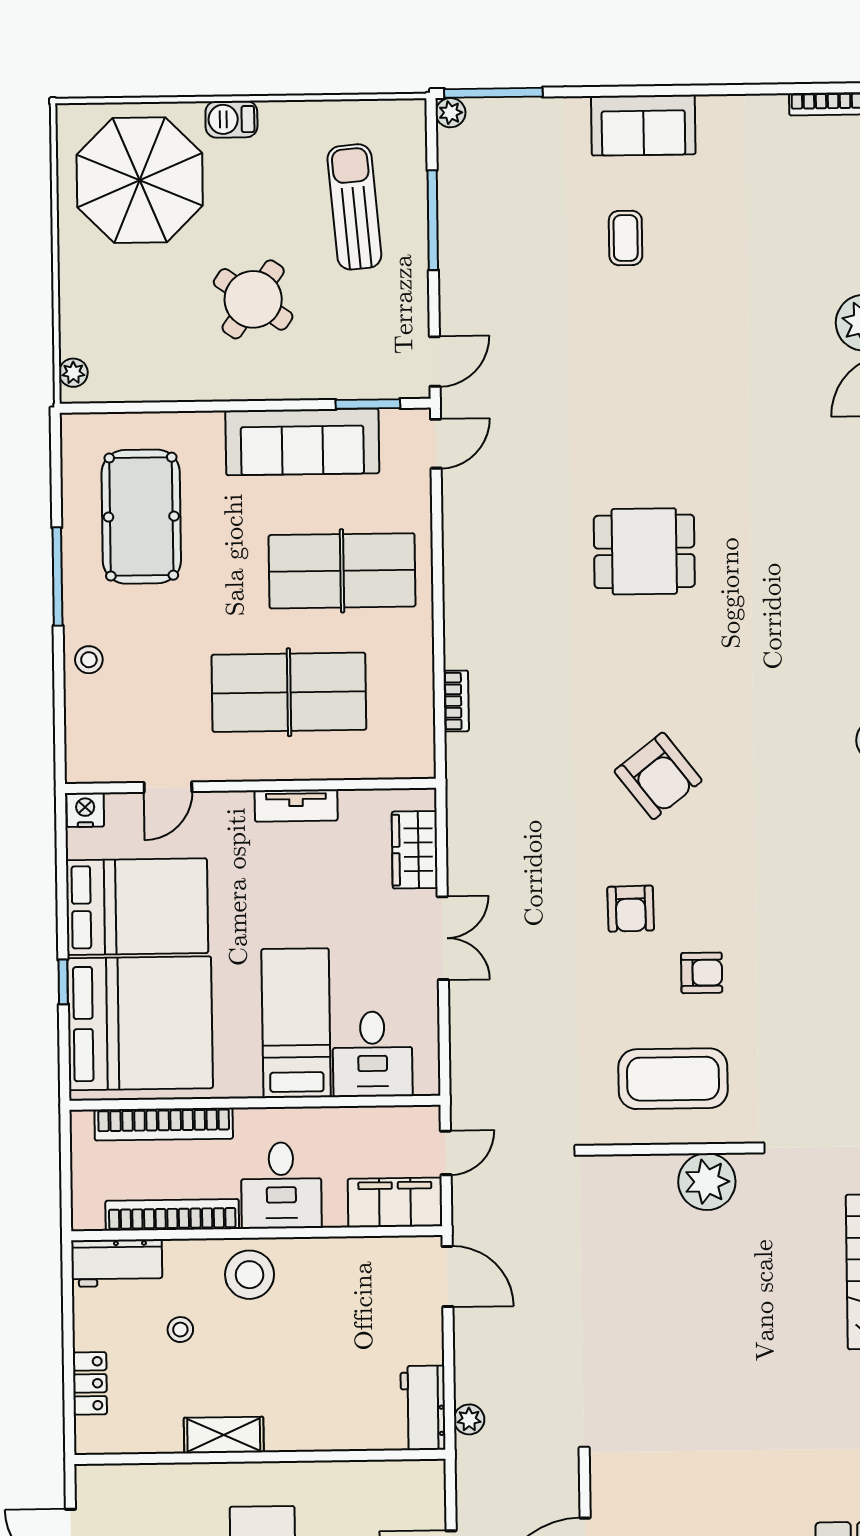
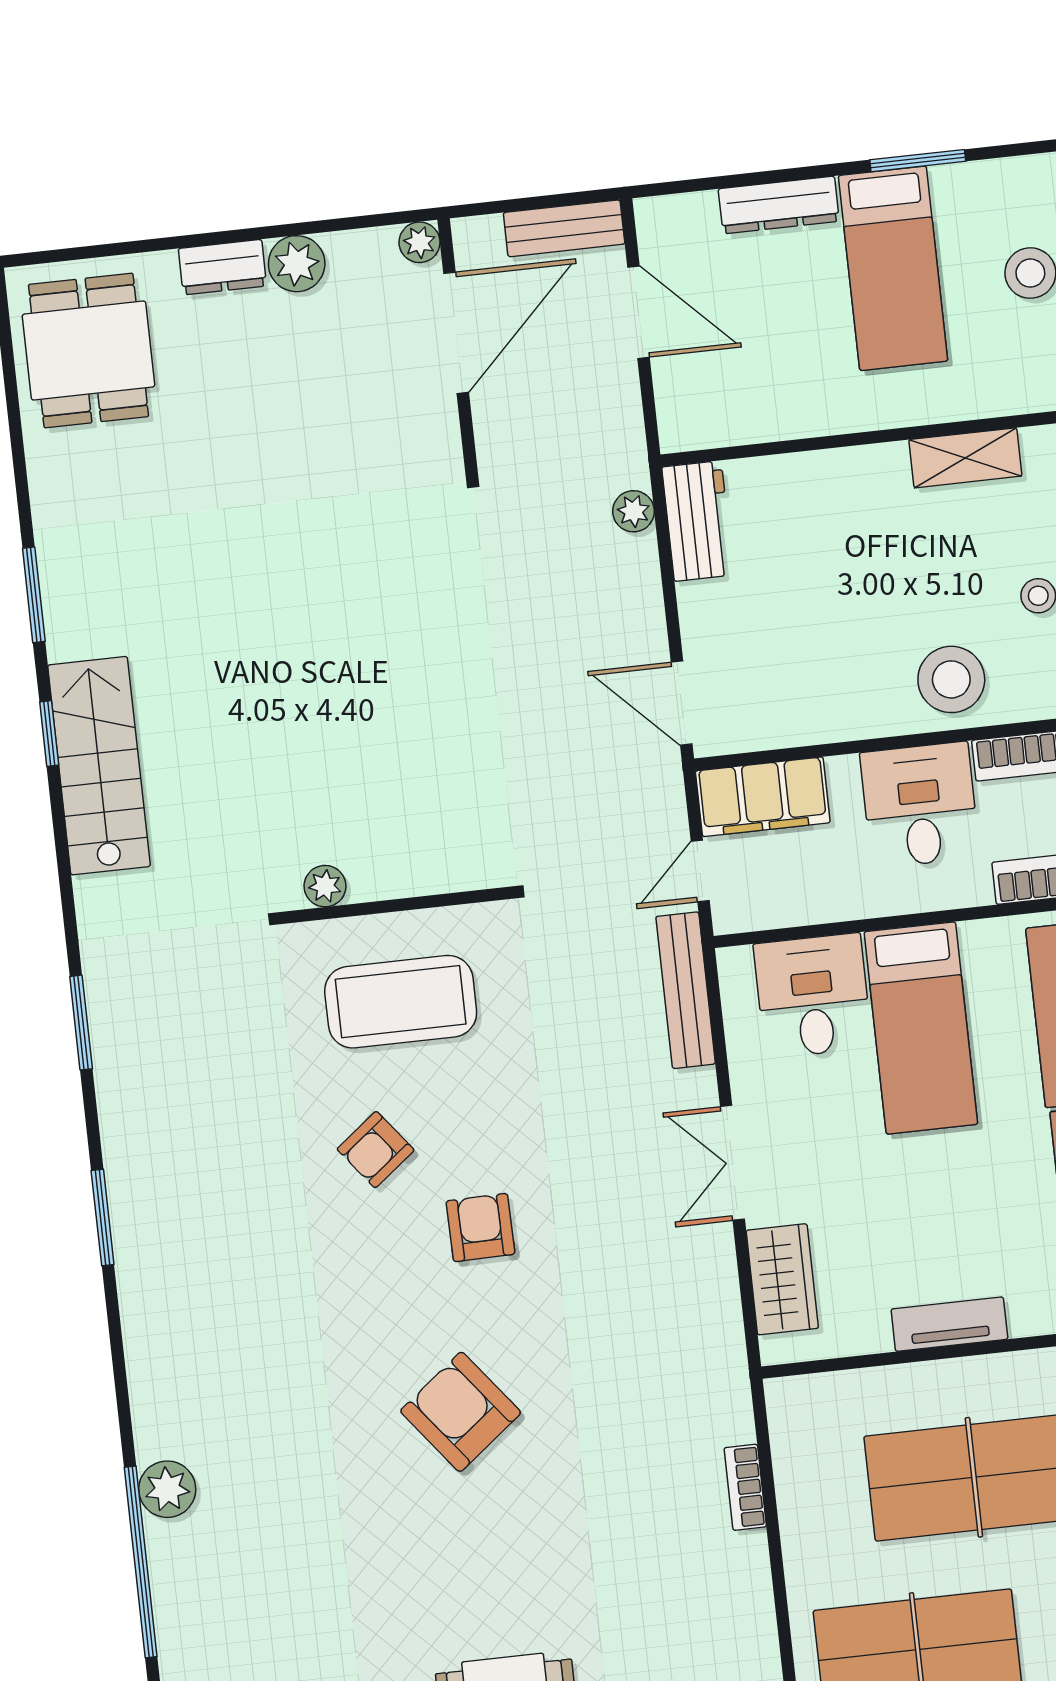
armchair: (702, 973) -> (376, 1150), turned -38
bench: (465, 1067) -> (686, 990), added
plant: (707, 1182) -> (325, 886), width x0.53, depth x0.53

